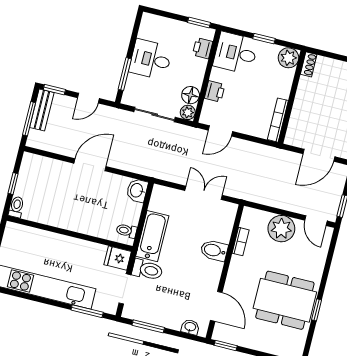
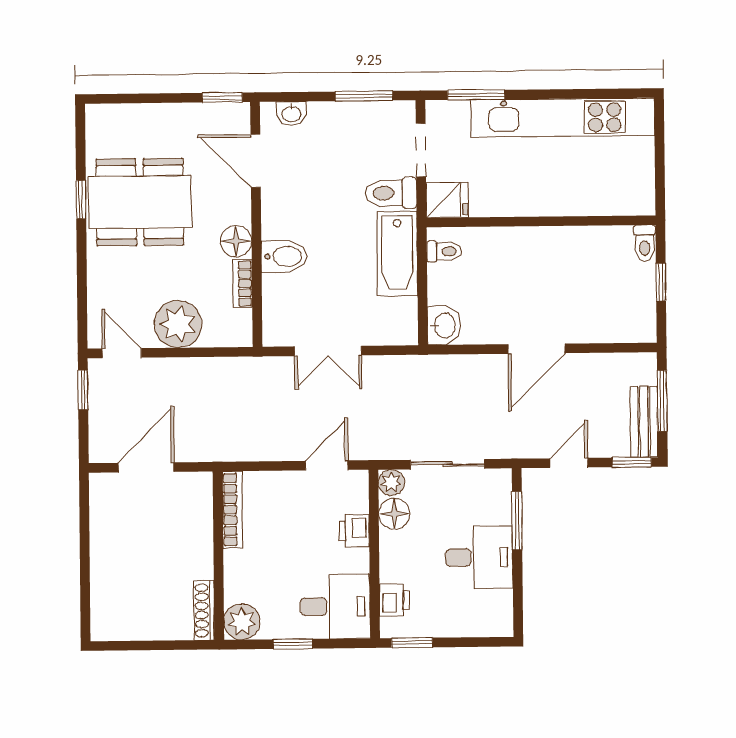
shoe rack: (309, 64) -> (204, 610), width x1.43
floor lamp: (238, 265) -> (236, 241), added

